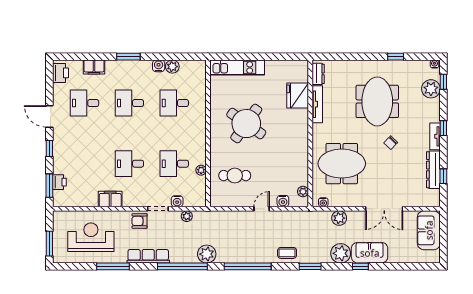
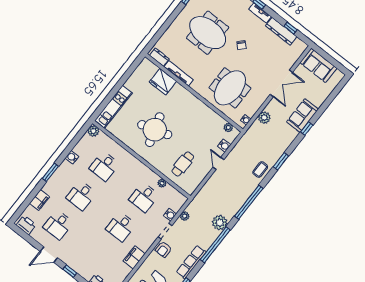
plant: (172, 67) -> (93, 131), moved
round table: (246, 124) -> (155, 130), turned 38
plant: (341, 253) -> (288, 135), removed

